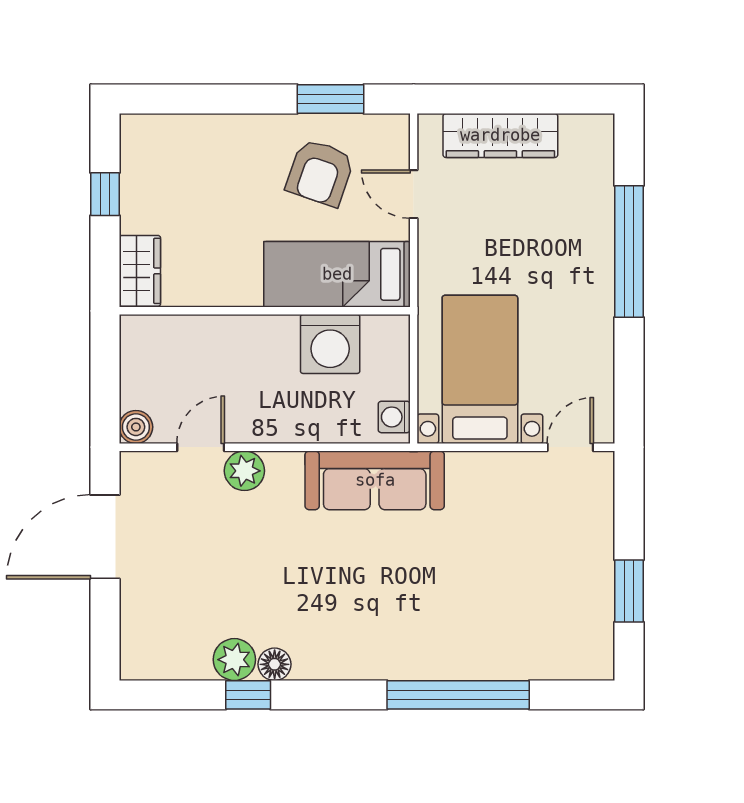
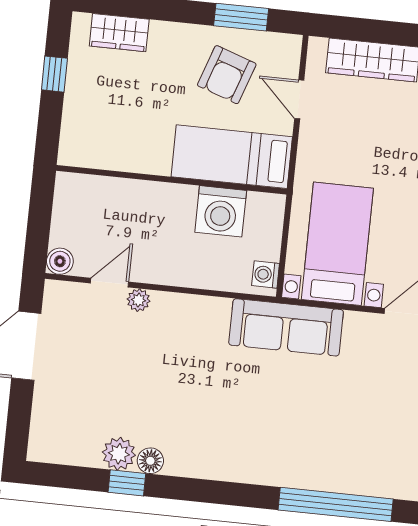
wardrobe: (140, 271) -> (119, 33), moved, turned 90
plant: (244, 471) -> (139, 300), width x0.73, depth x0.73
sofa: (375, 480) -> (286, 327), moved
window: (458, 695) -> (336, 504), moved

